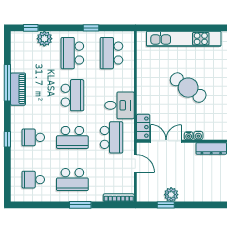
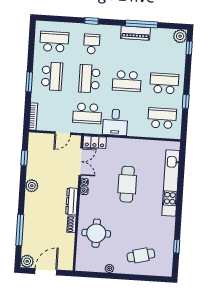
plant: (44, 39) -> (180, 36), moved
cafe table: (188, 88) -> (127, 184), turned -36
school desk: (33, 180) -> (54, 42), width x1.85
school desk: (72, 180) -> (52, 76), turned 180
plant: (171, 195) -> (32, 186), moved

